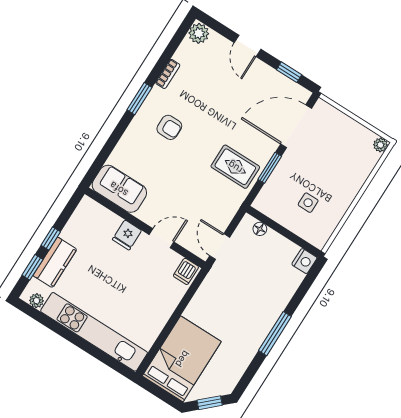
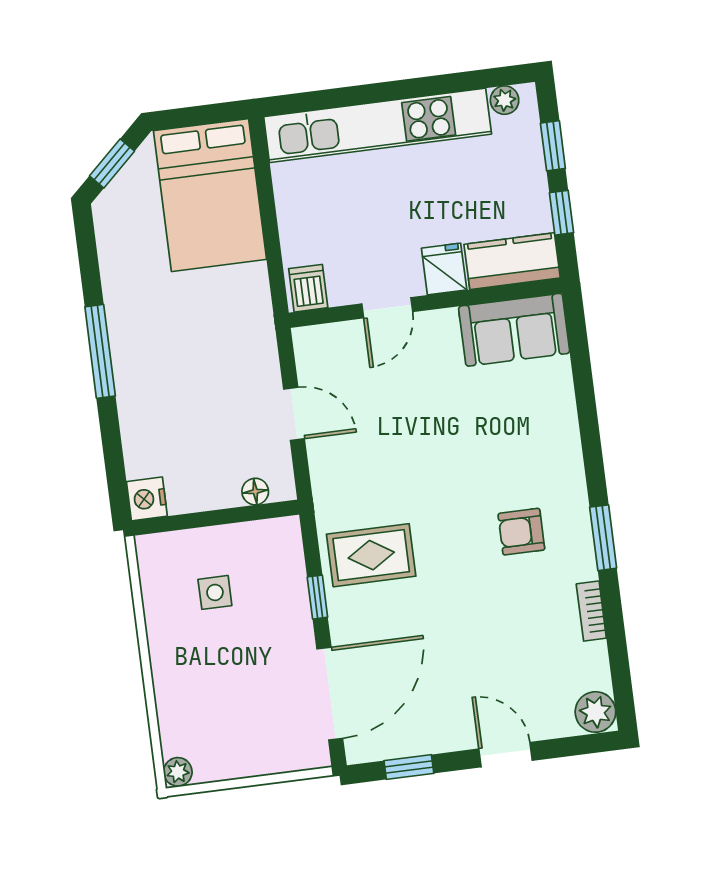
window: (270, 168) -> (317, 597), width x0.67
sofa: (119, 189) -> (514, 330), moved
wall: (145, 228) -> (425, 303), moved
fridge: (127, 235) -> (444, 269), moved
door: (162, 238) -> (387, 308), moved
kitchen counter: (55, 262) -> (512, 261), moved, turned 90
dishwasher: (186, 271) -> (308, 288), moved

